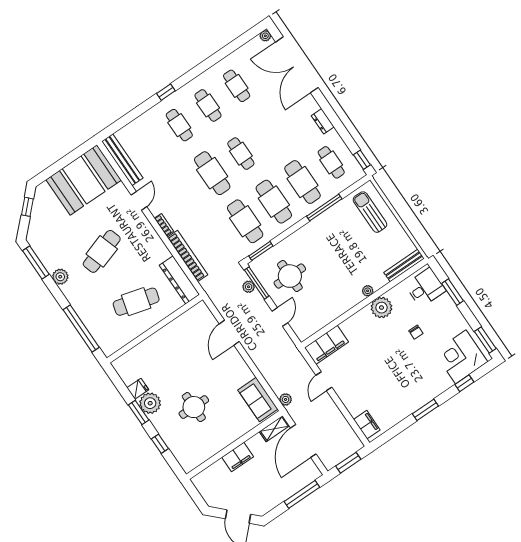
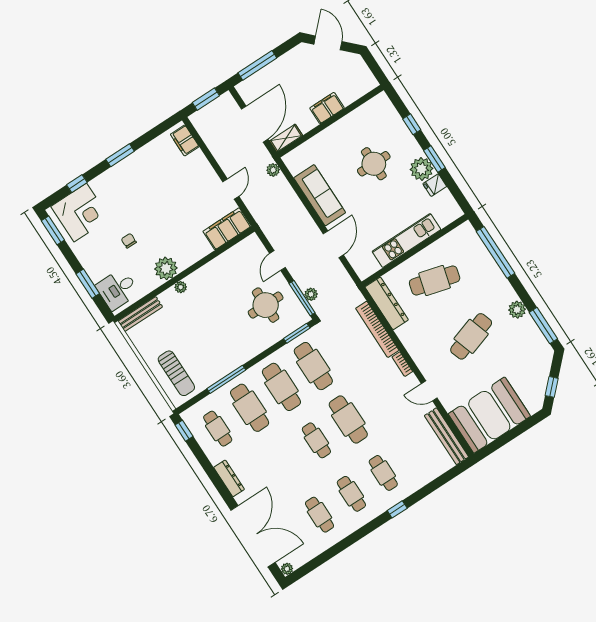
dresser: (323, 121) -> (229, 478), width x1.44
door: (139, 201) -> (429, 391), hinge flipped
kitchen unit: (163, 338) -> (406, 241), added
sofa: (258, 399) -> (320, 195), moved, width x1.36

